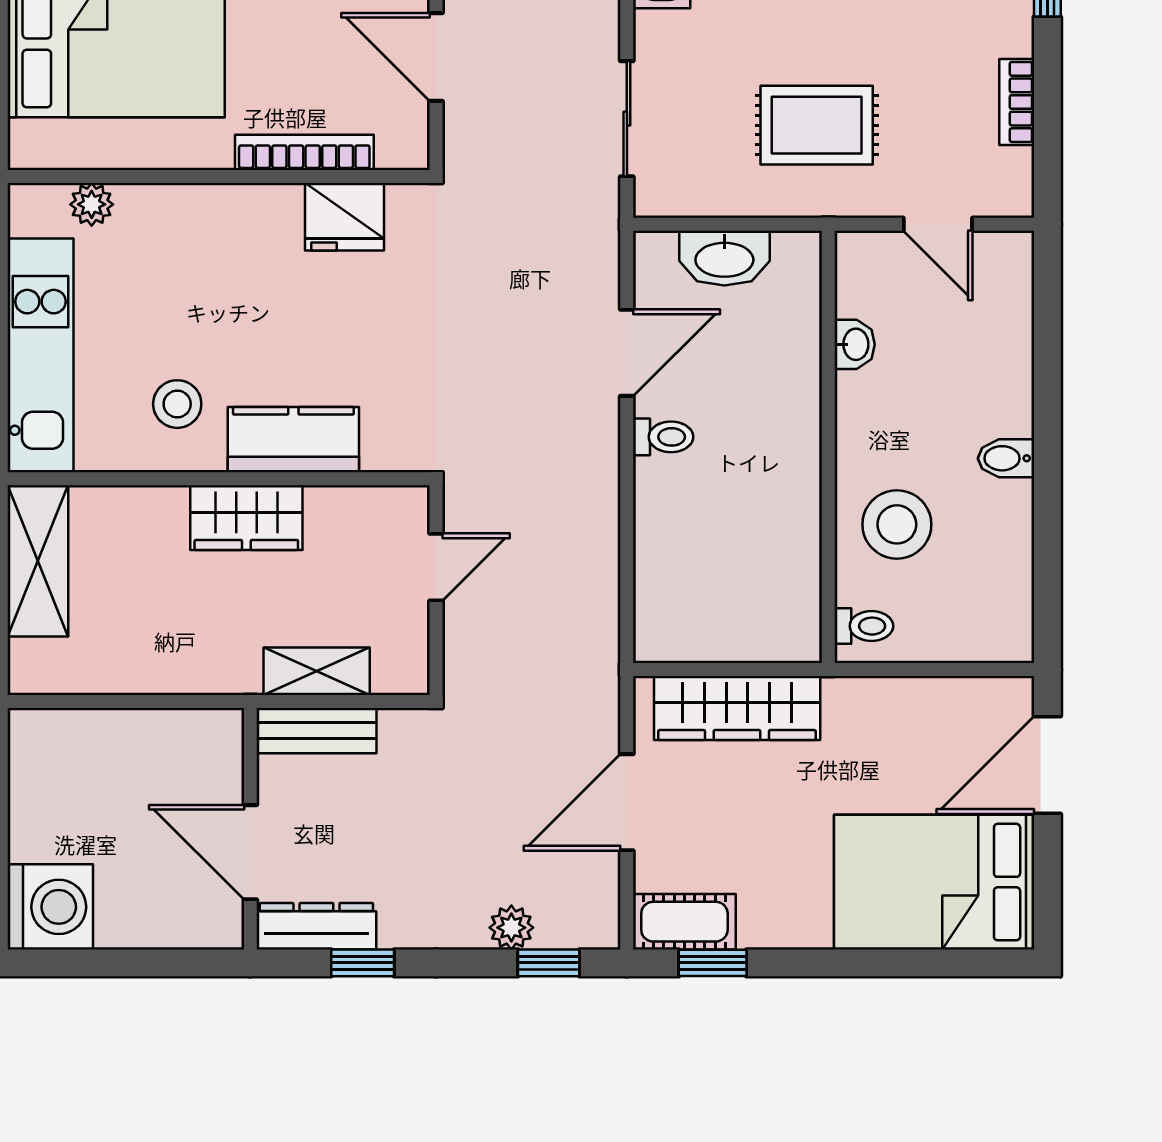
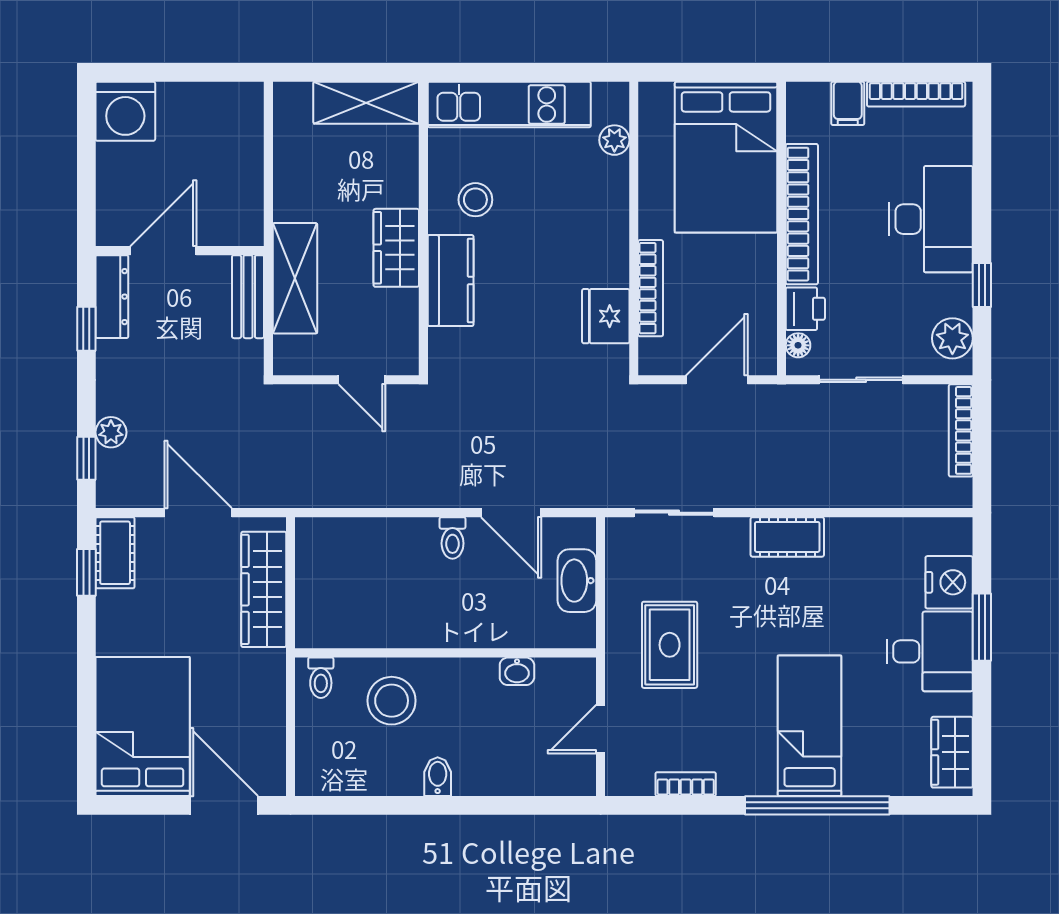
shelving: (317, 671) -> (295, 278), width x1.50, depth x1.33

